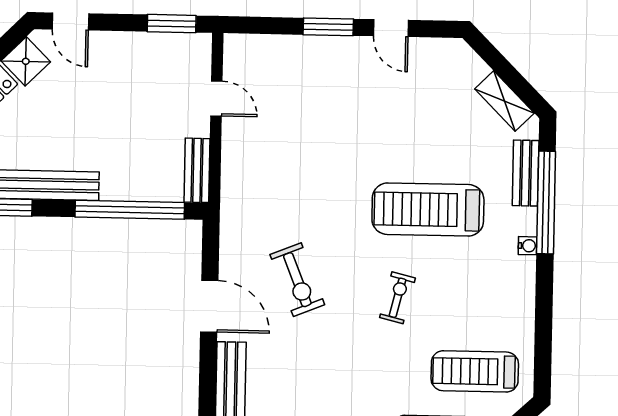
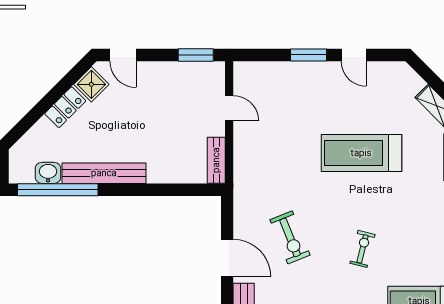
window: (130, 210) -> (168, 190), removed
treadmill: (428, 210) -> (361, 153), moved

